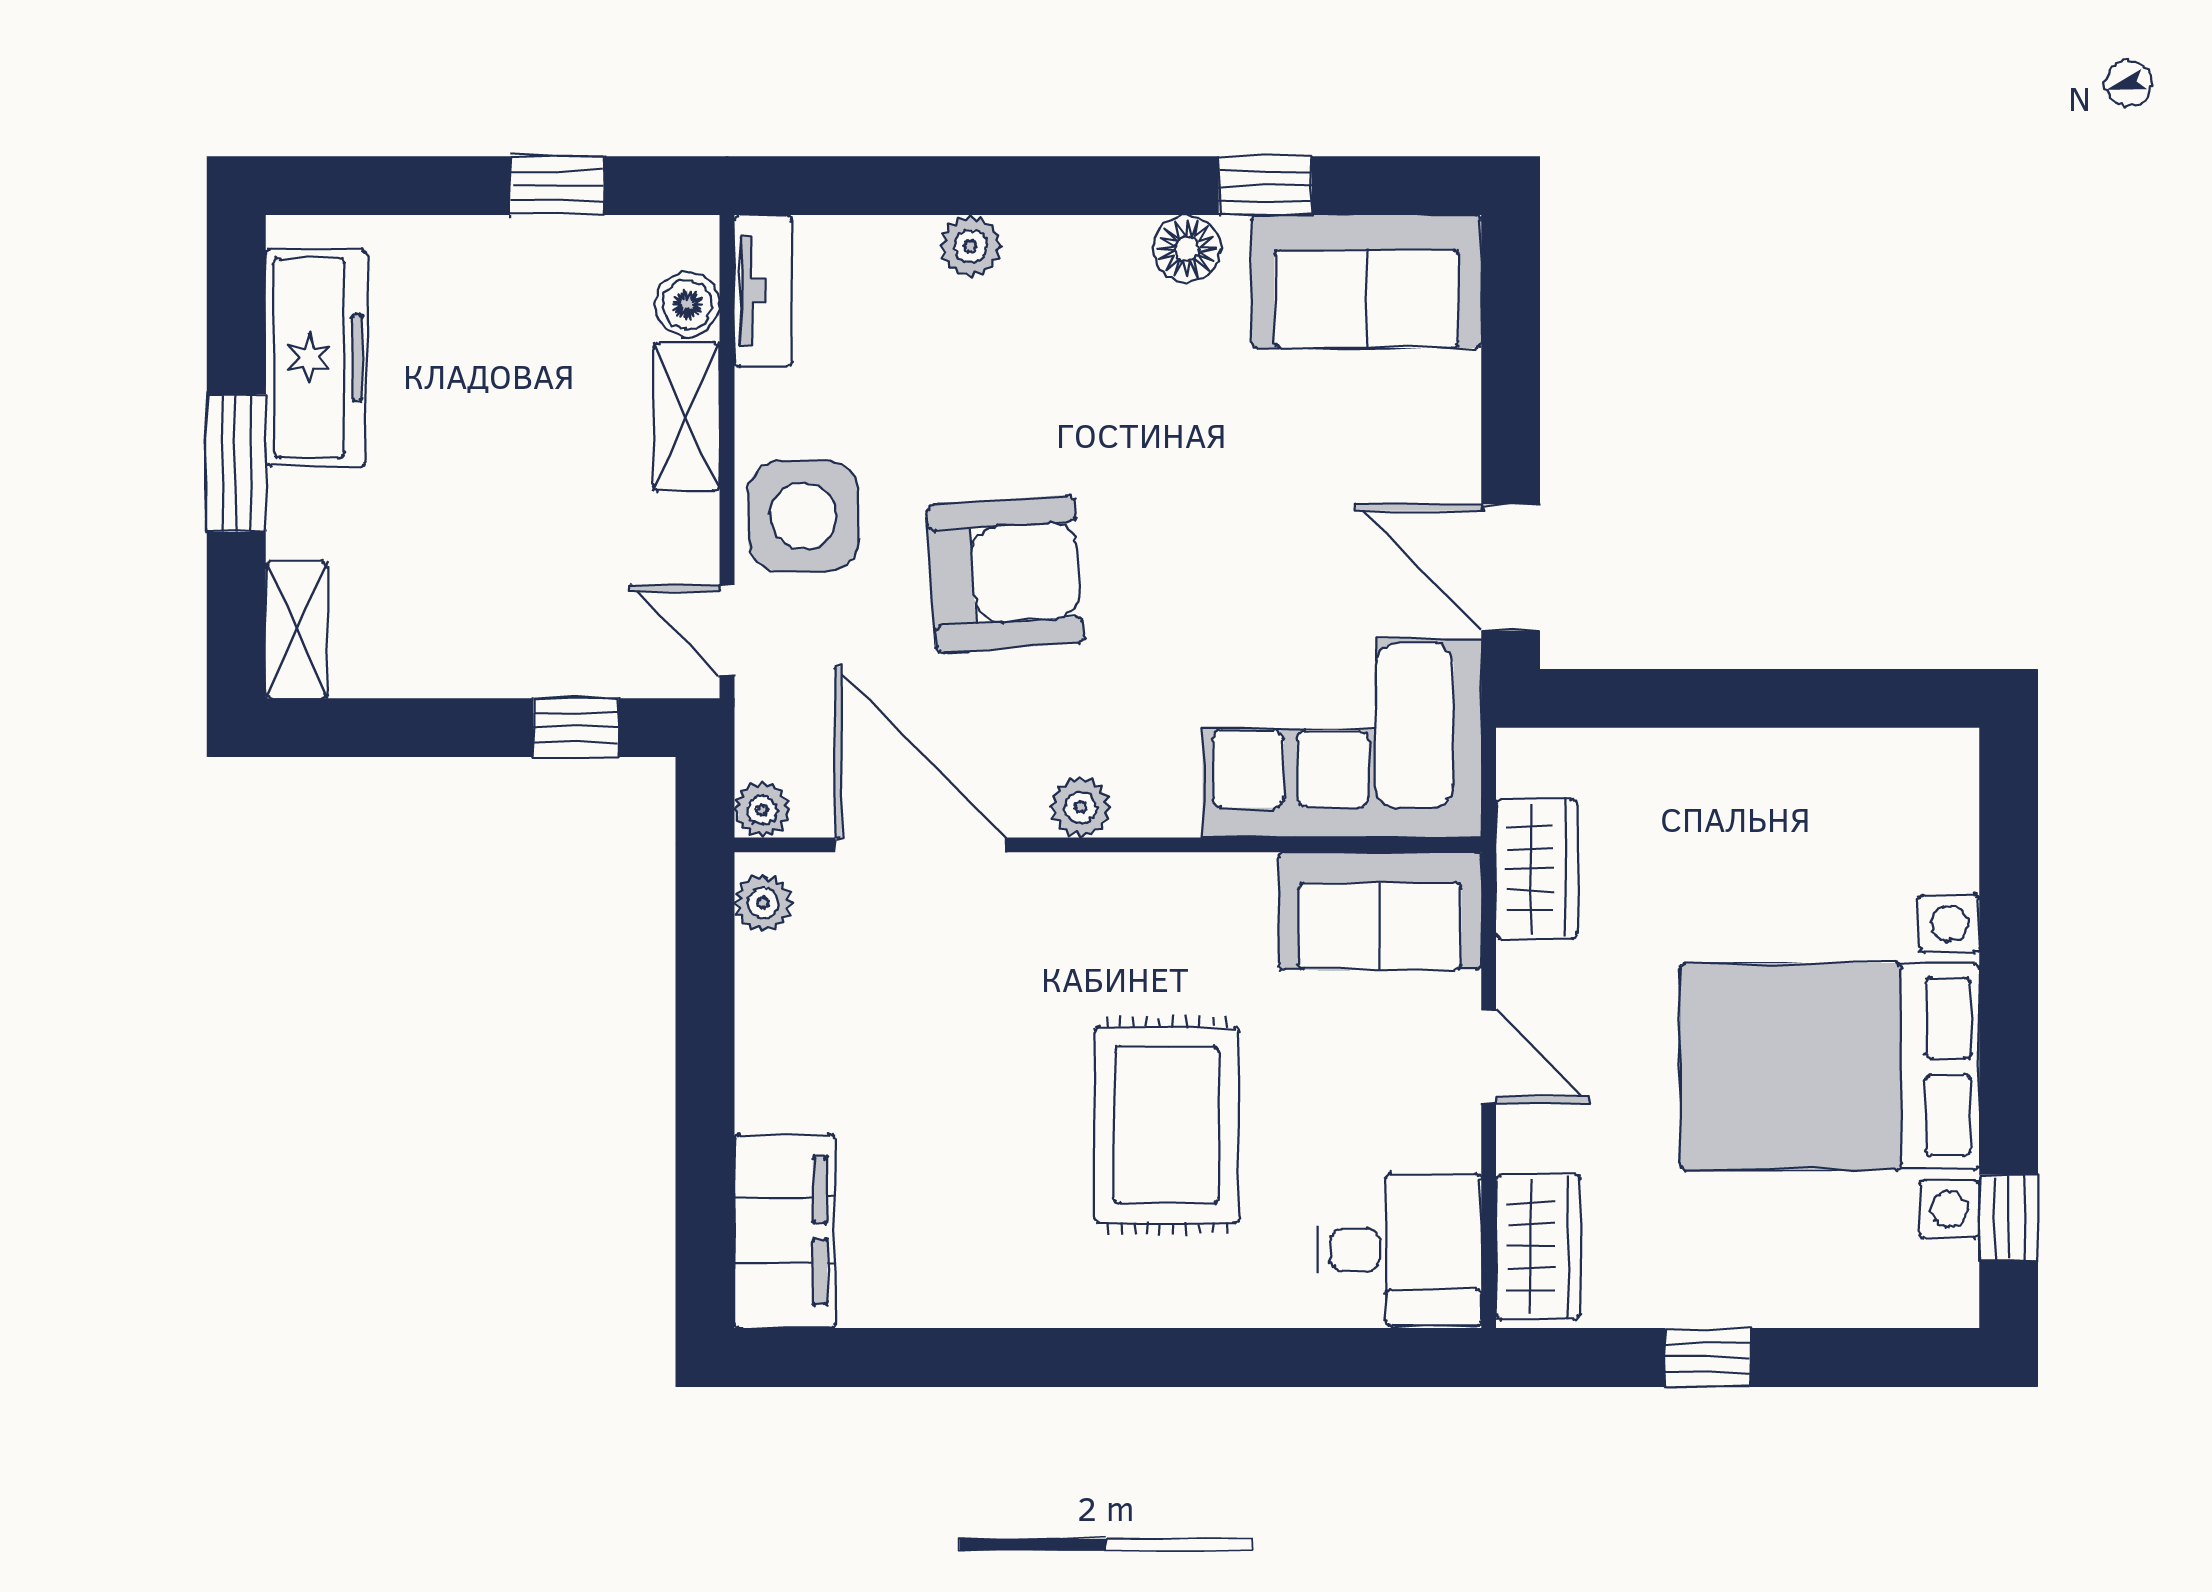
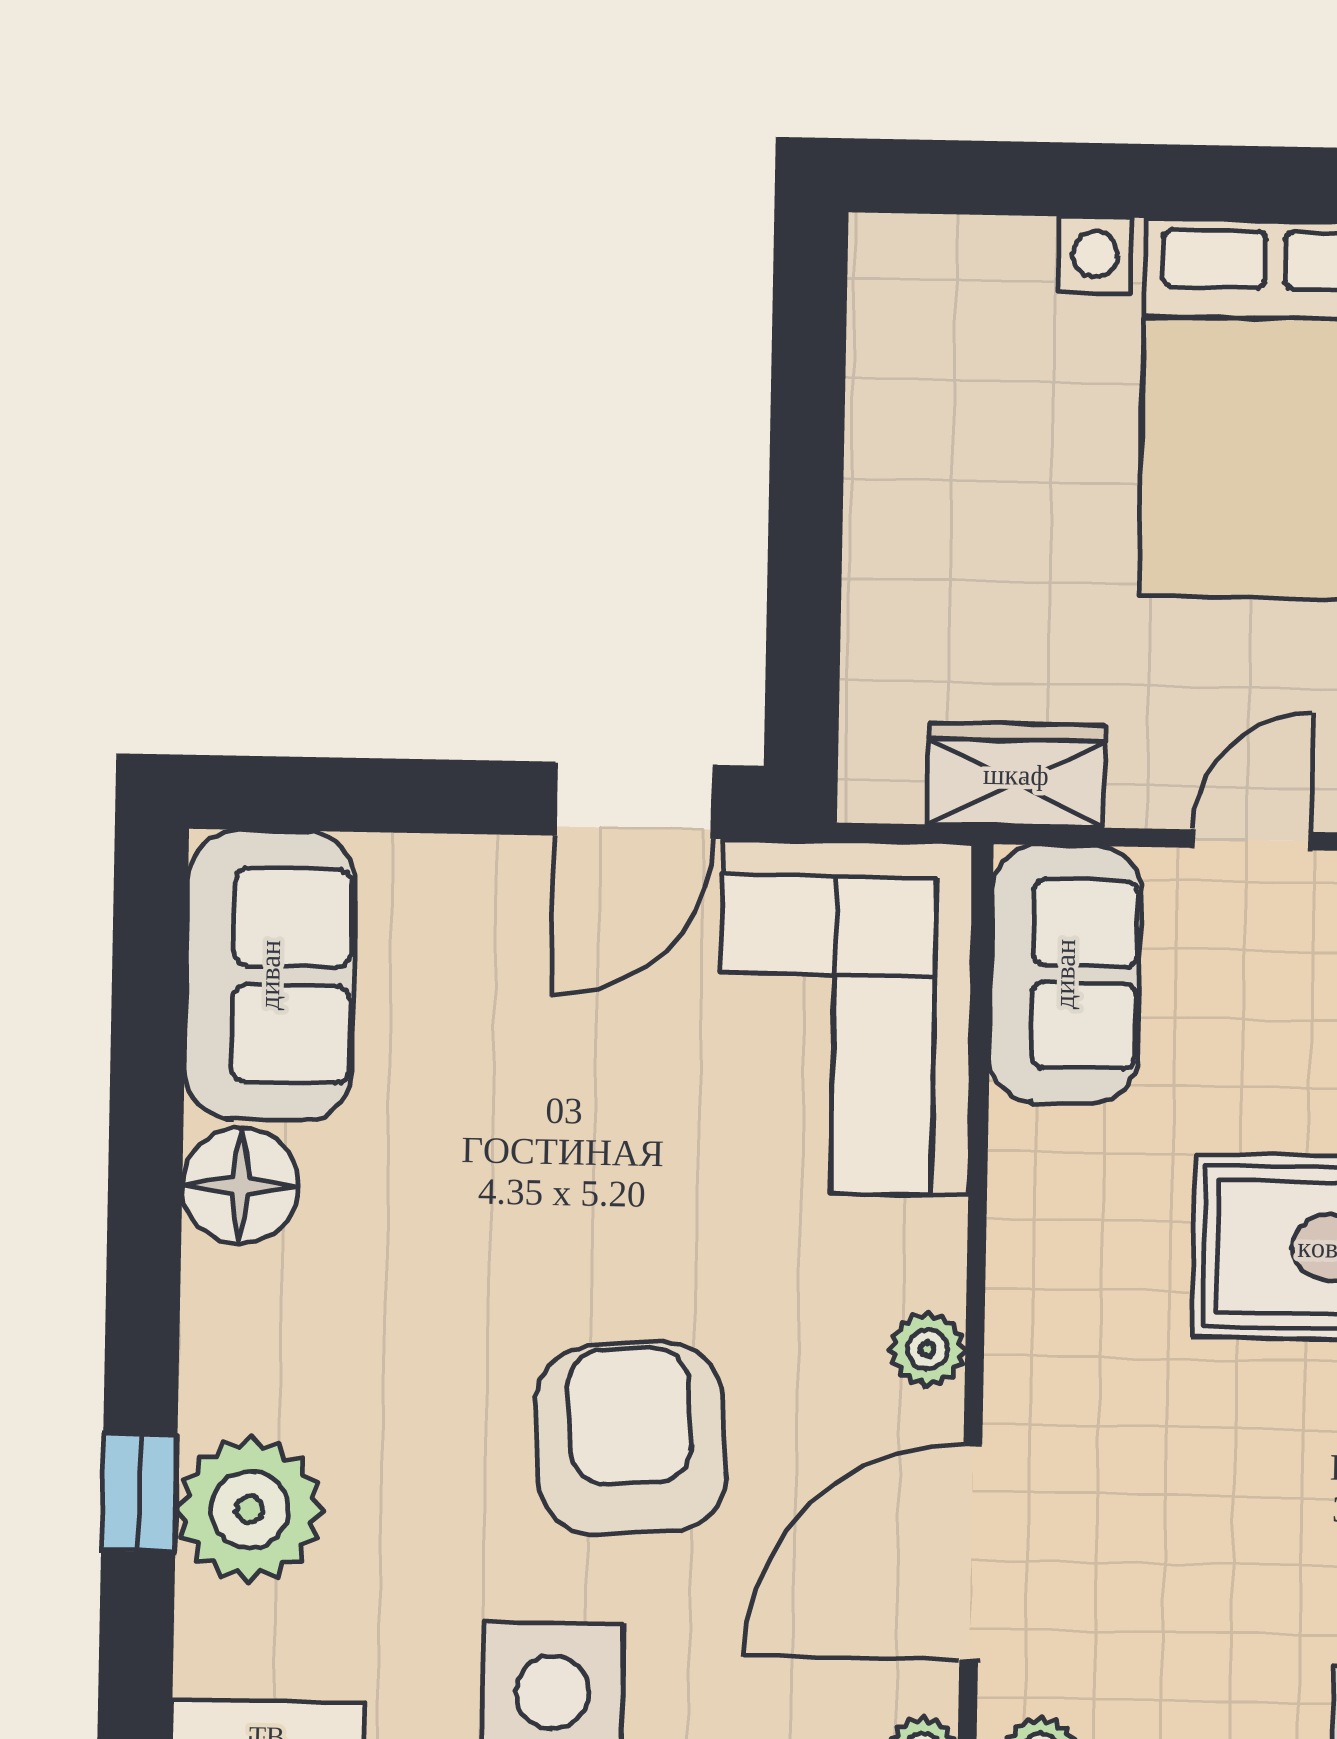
window: (1265, 186) -> (139, 1493), moved
plant: (971, 246) -> (250, 1509), width x1.87, depth x1.87
floor lamp: (1187, 249) -> (240, 1186), width x1.38, depth x1.38

